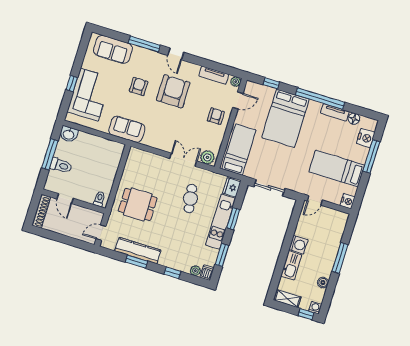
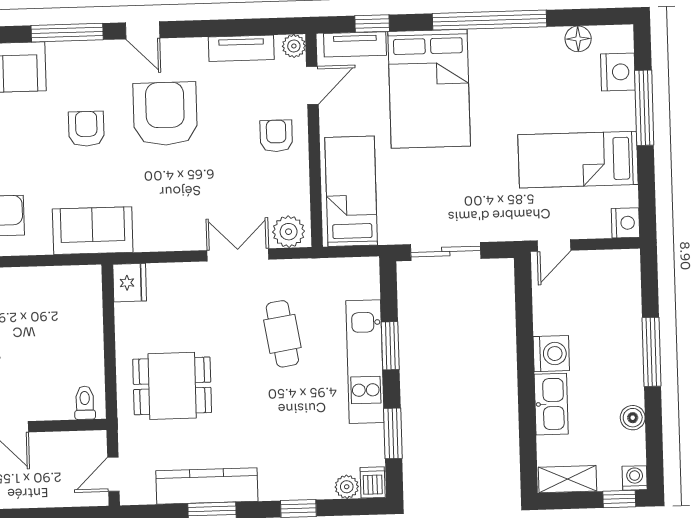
tv unit: (335, 112) -> (355, 44), moved
fridge: (232, 187) -> (130, 283), moved, turned 180

